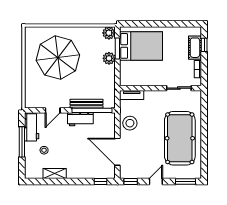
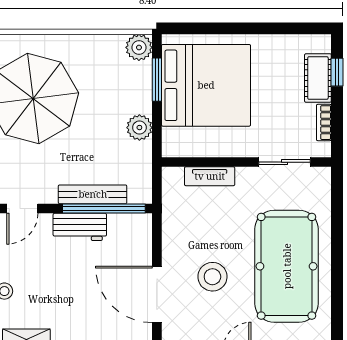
bed: (141, 46) -> (206, 85), width x1.36
plant: (109, 58) -> (139, 128), moved
tv unit: (132, 95) -> (210, 176), moved
stool: (130, 123) -> (212, 277), moved

